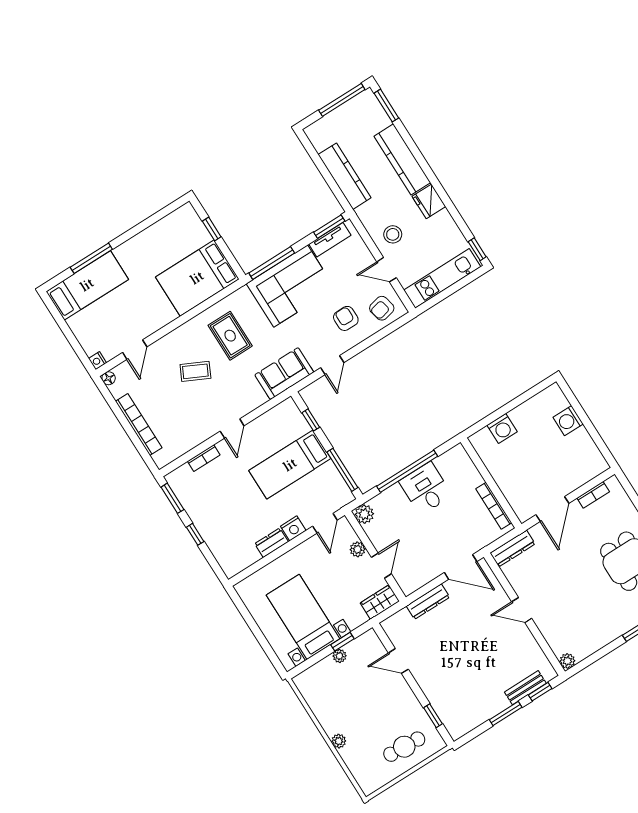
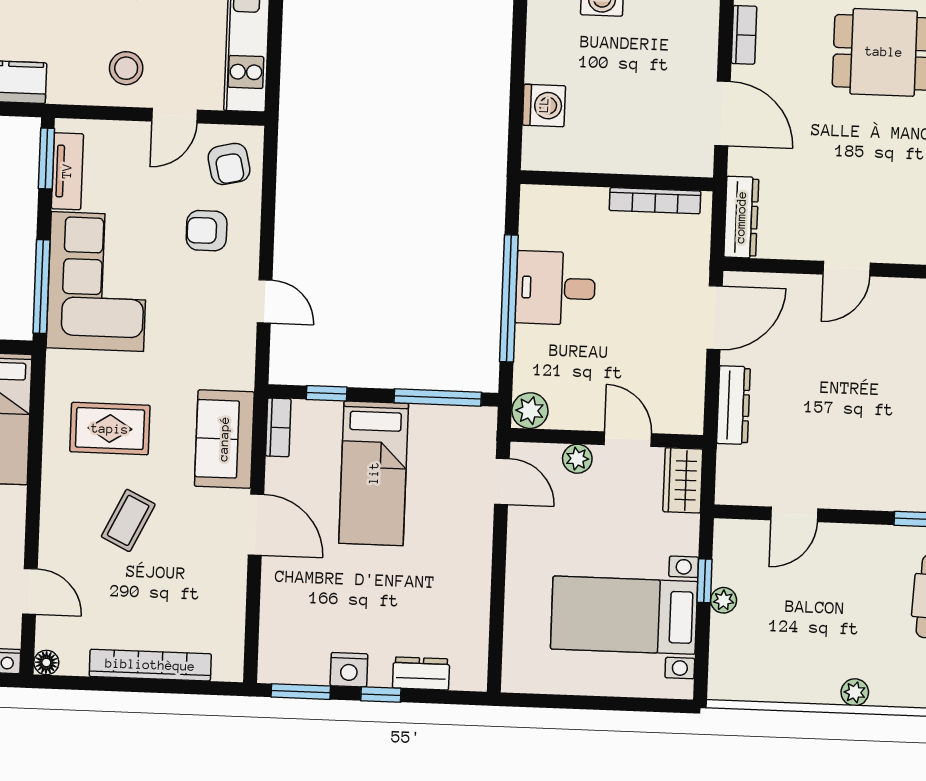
sofa: (284, 374) -> (224, 439), moved
door: (232, 429) -> (256, 525), width x1.38
bookcase: (204, 458) -> (278, 427), moved
nightstand: (293, 528) -> (349, 670), moved, turned 90
dresser: (272, 543) -> (421, 673), moved, turned 90

